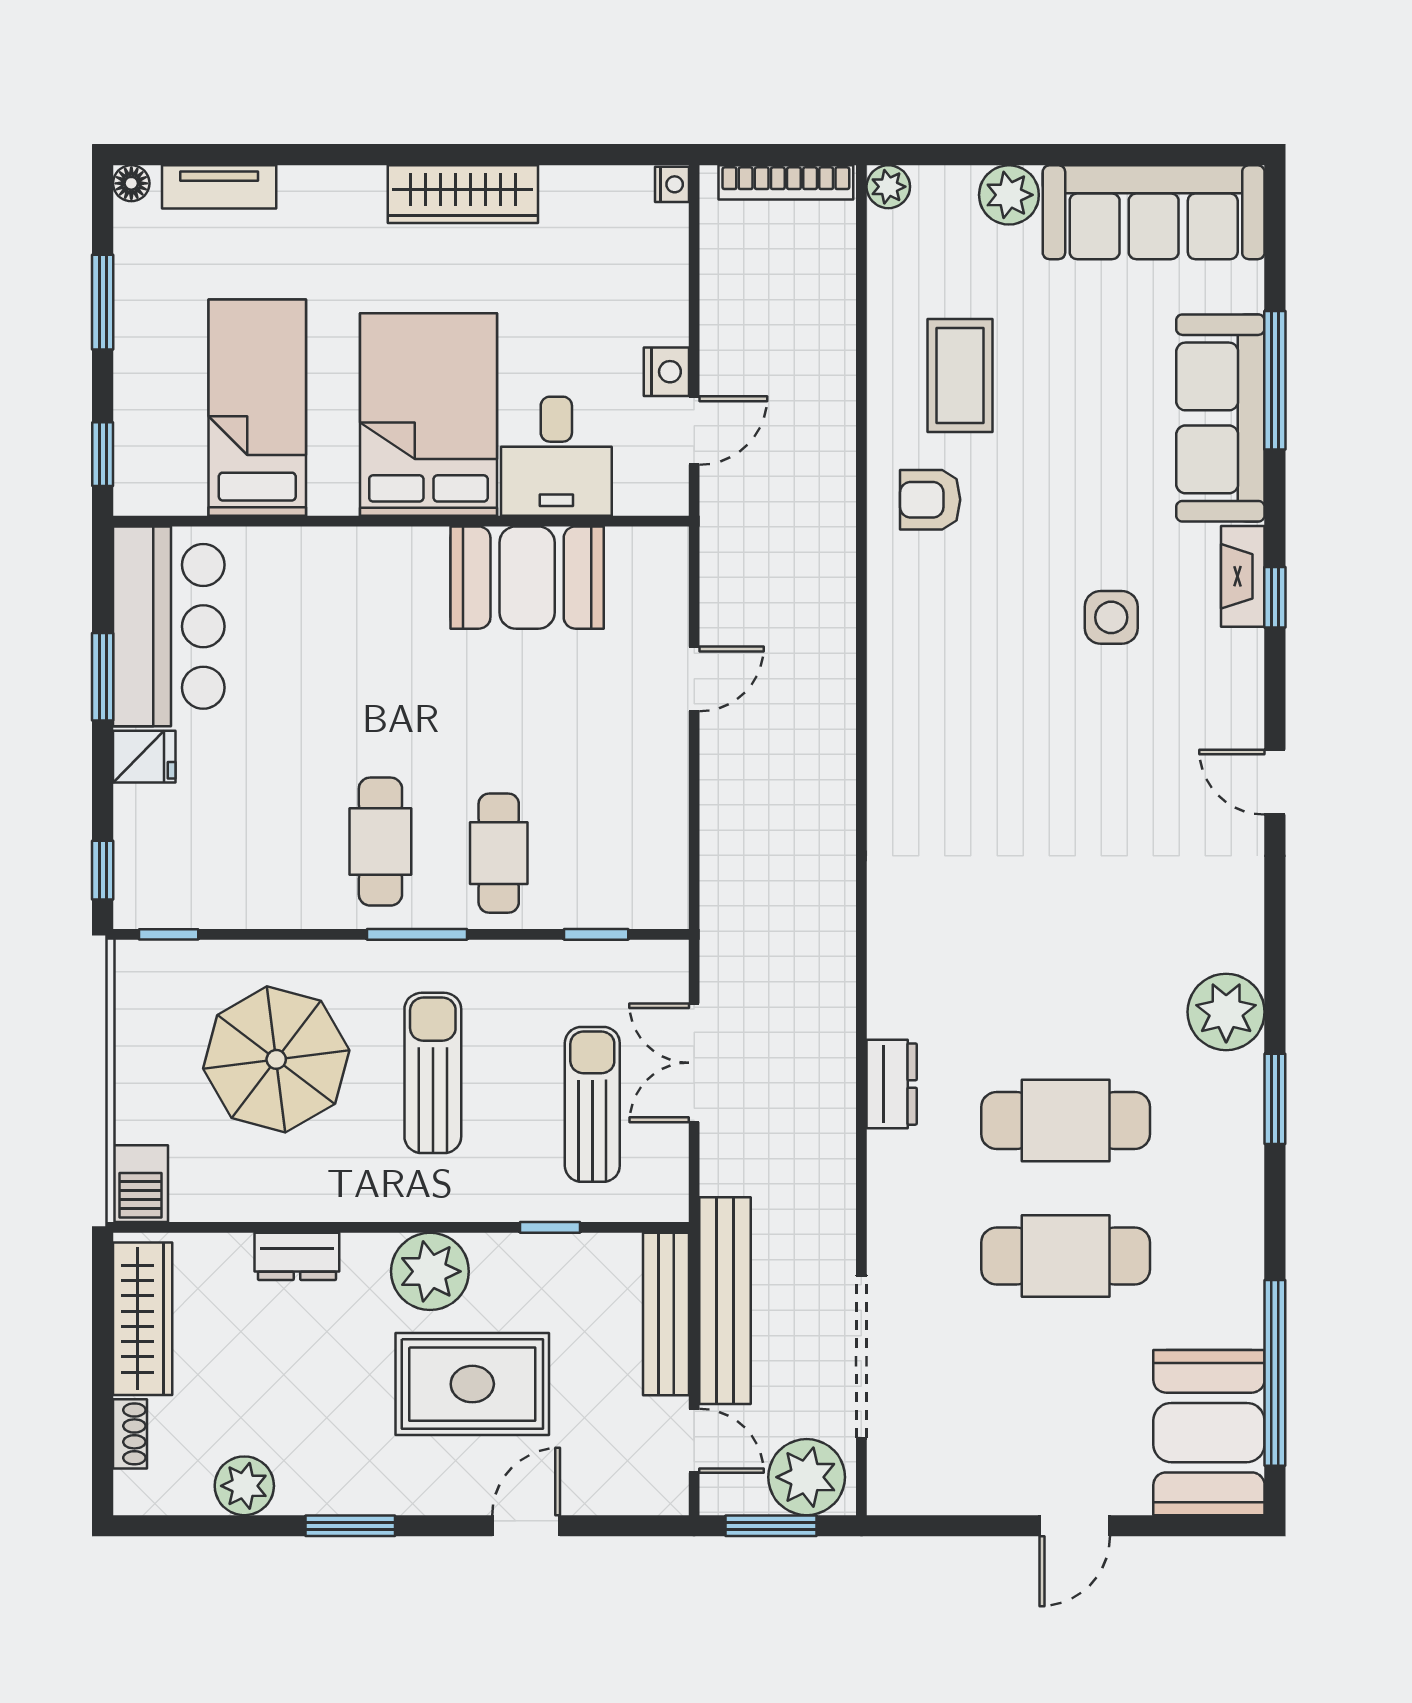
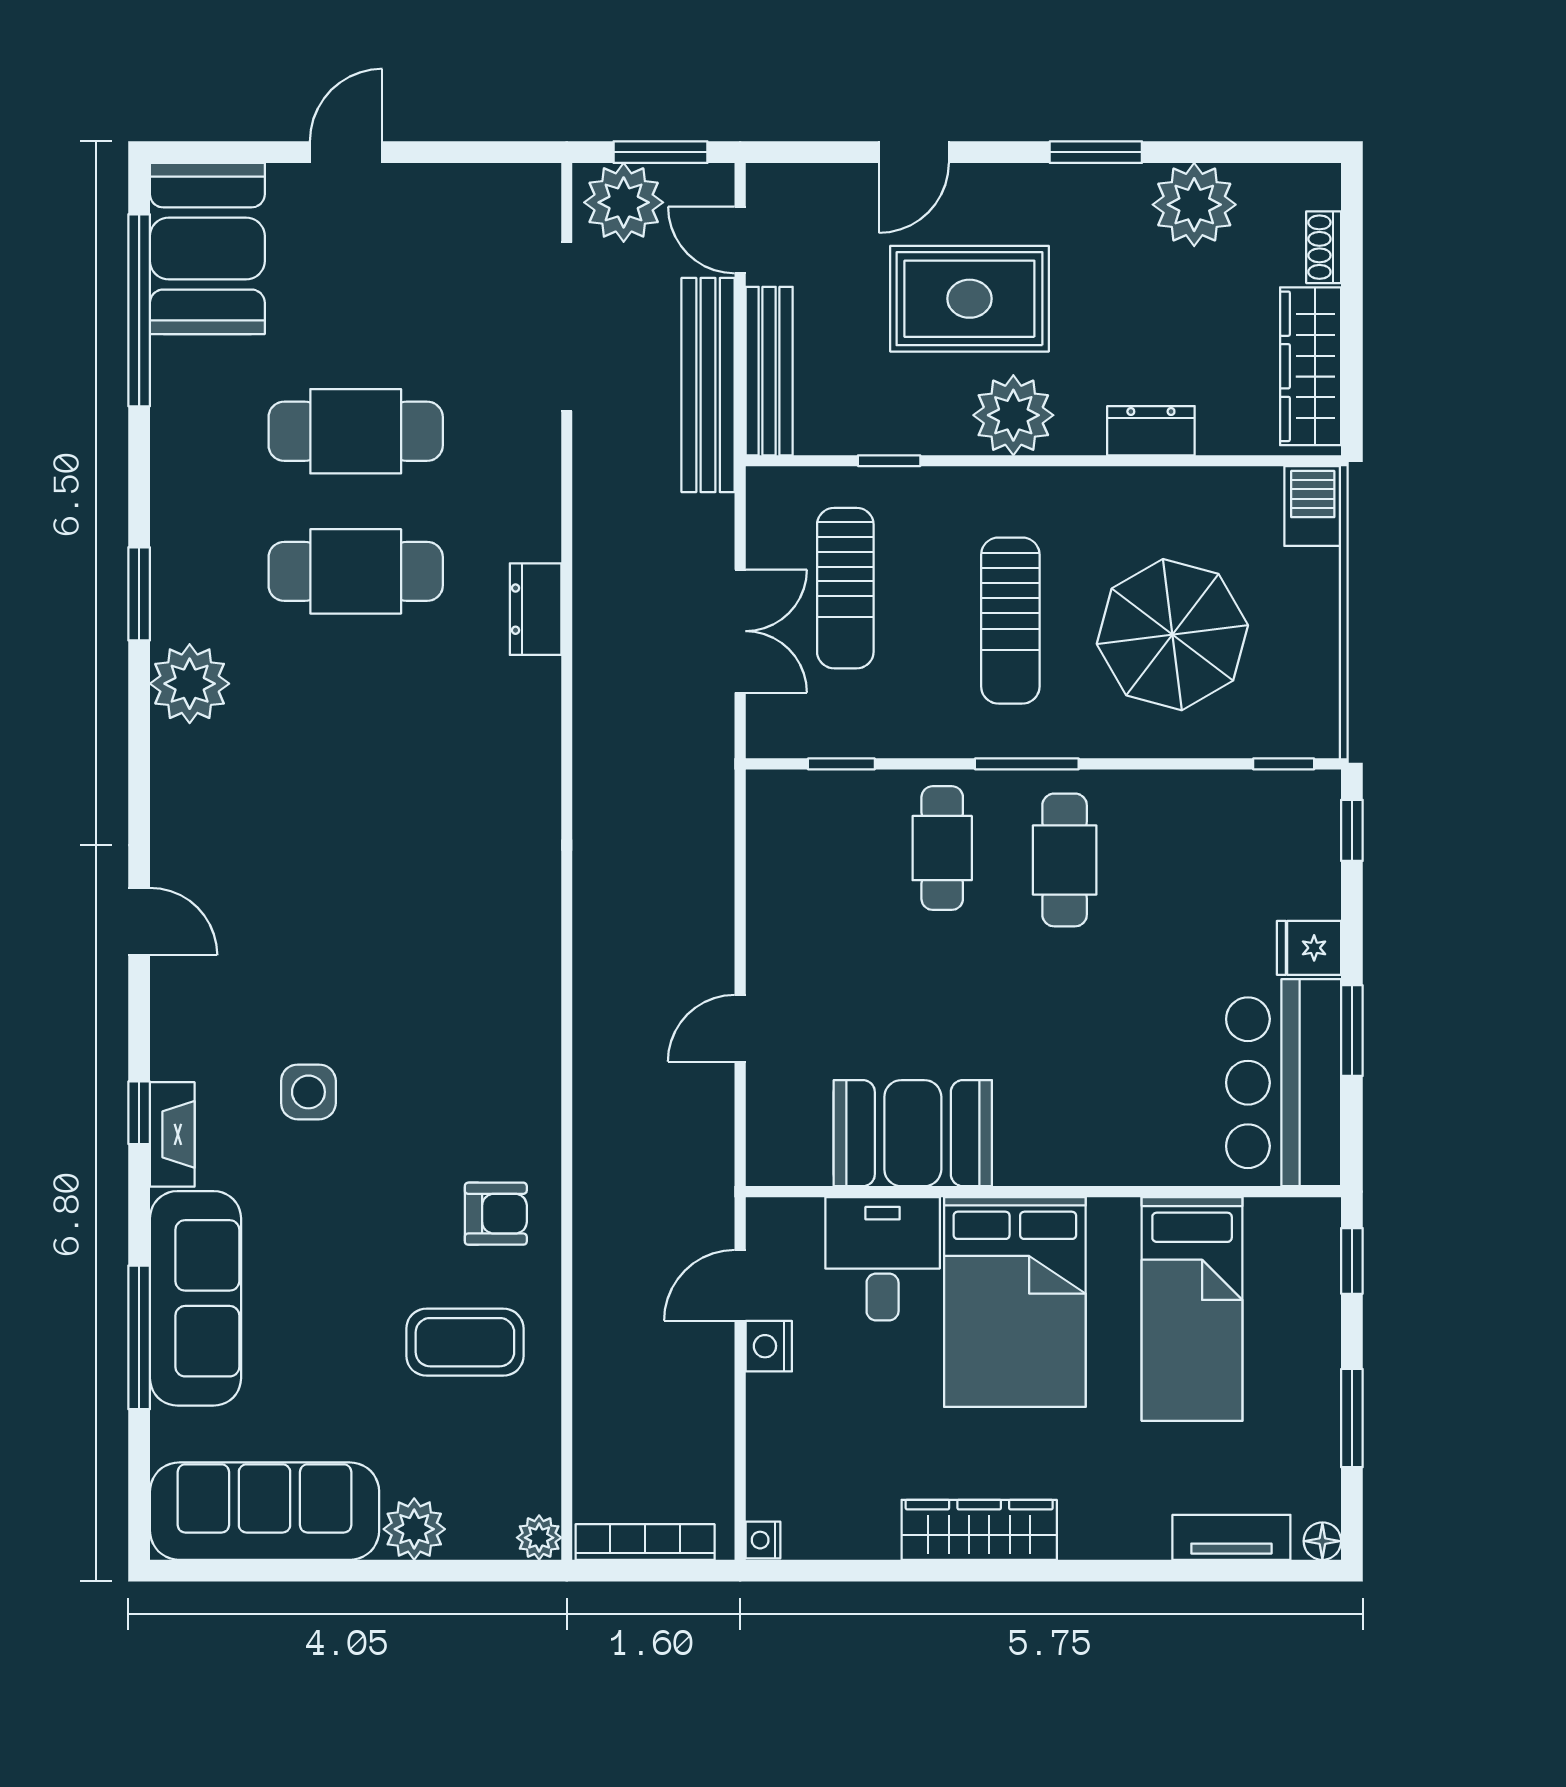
coffee table: (960, 376) -> (465, 1342), turned 90
plant: (244, 1486) -> (1194, 205), width x1.36, depth x1.36

